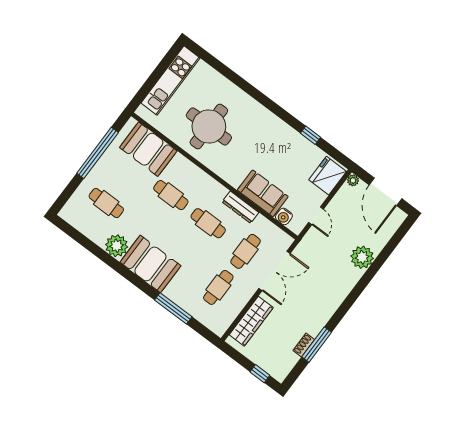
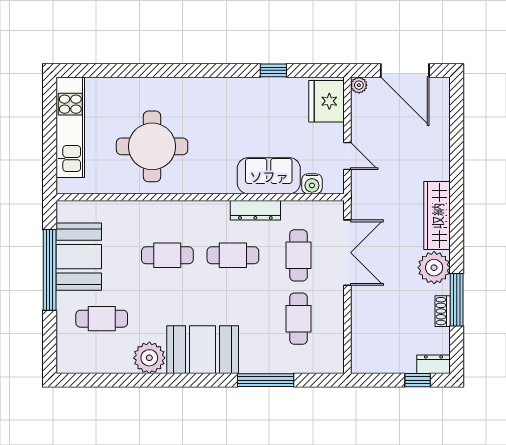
booth: (148, 149) -> (79, 257), moved, turned 90
plant: (362, 257) -> (434, 268), moved
wardrobe: (251, 321) -> (437, 216), moved, turned 180
dresser: (276, 371) -> (433, 364), added

